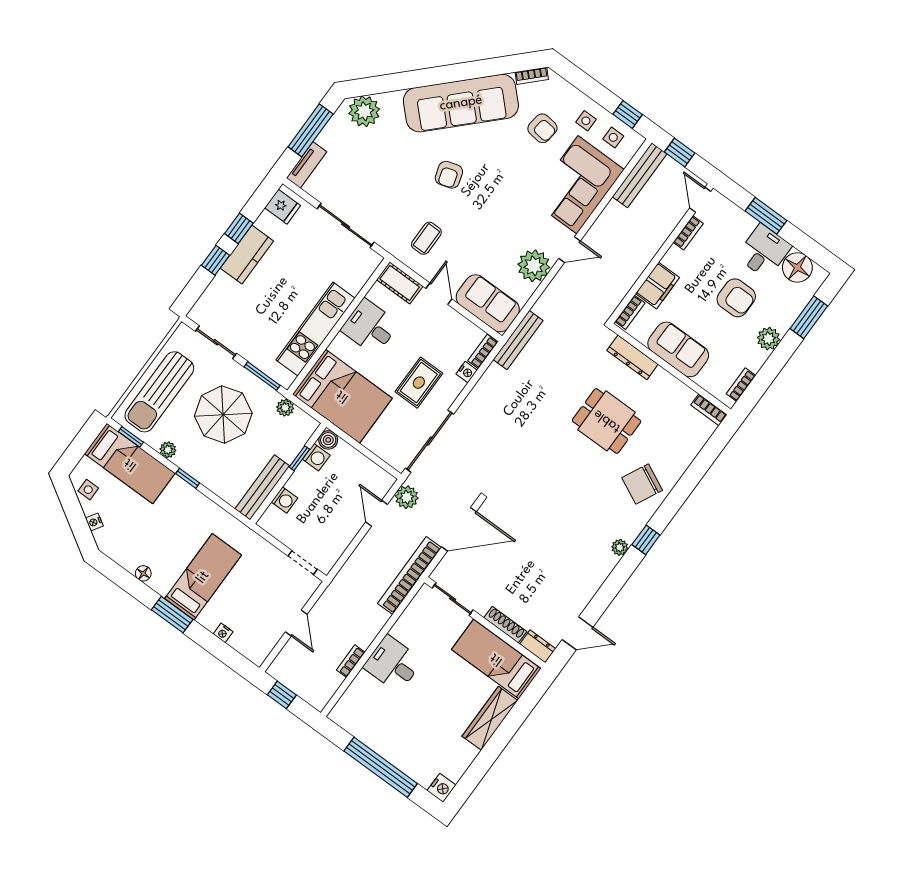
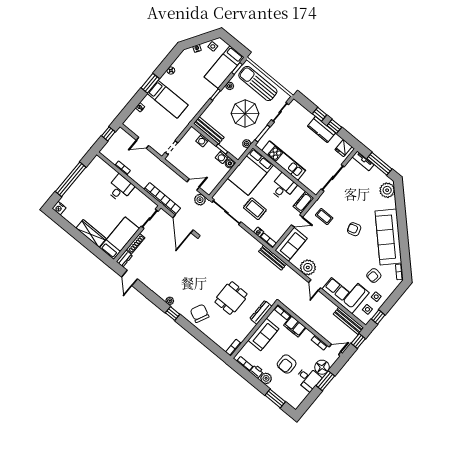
floor lamp: (797, 267) -> (322, 367), moved
printer: (755, 359) -> (257, 371), added

